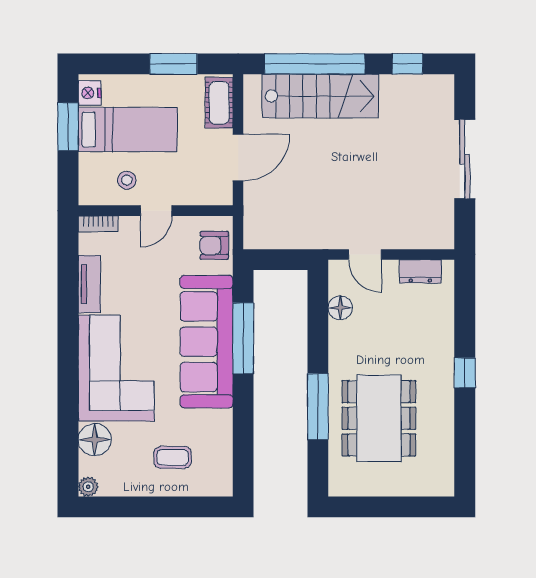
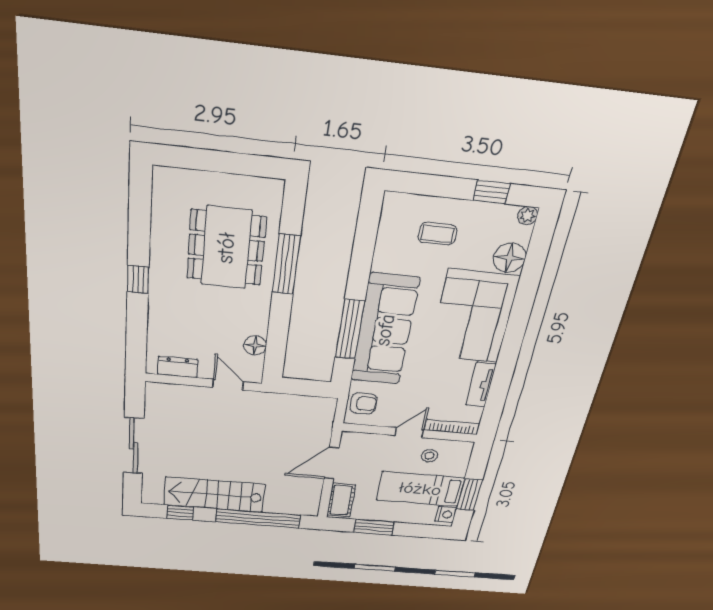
stairs: (320, 96) -> (214, 495), moved
bookcase: (98, 224) -> (452, 427), width x1.56
window: (129, 507) -> (492, 192), added

